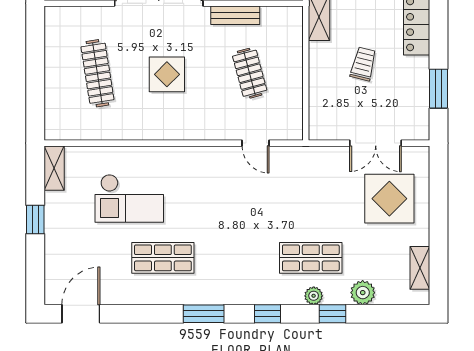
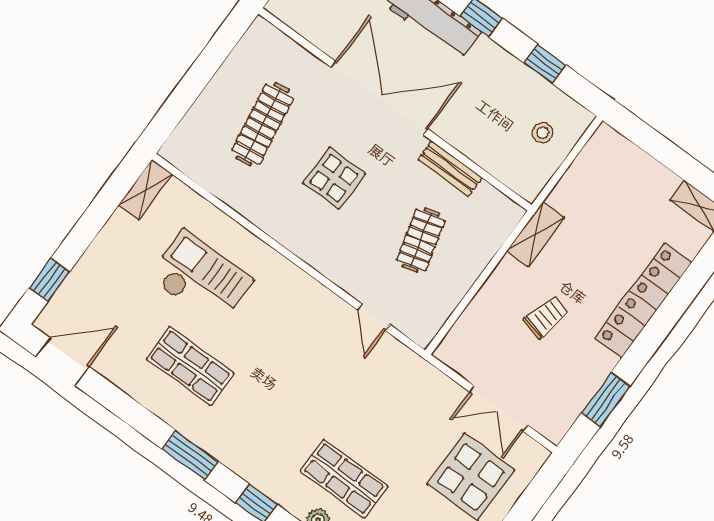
checkout: (129, 198) -> (201, 279), turned 180
window: (35, 219) -> (49, 280), moved

